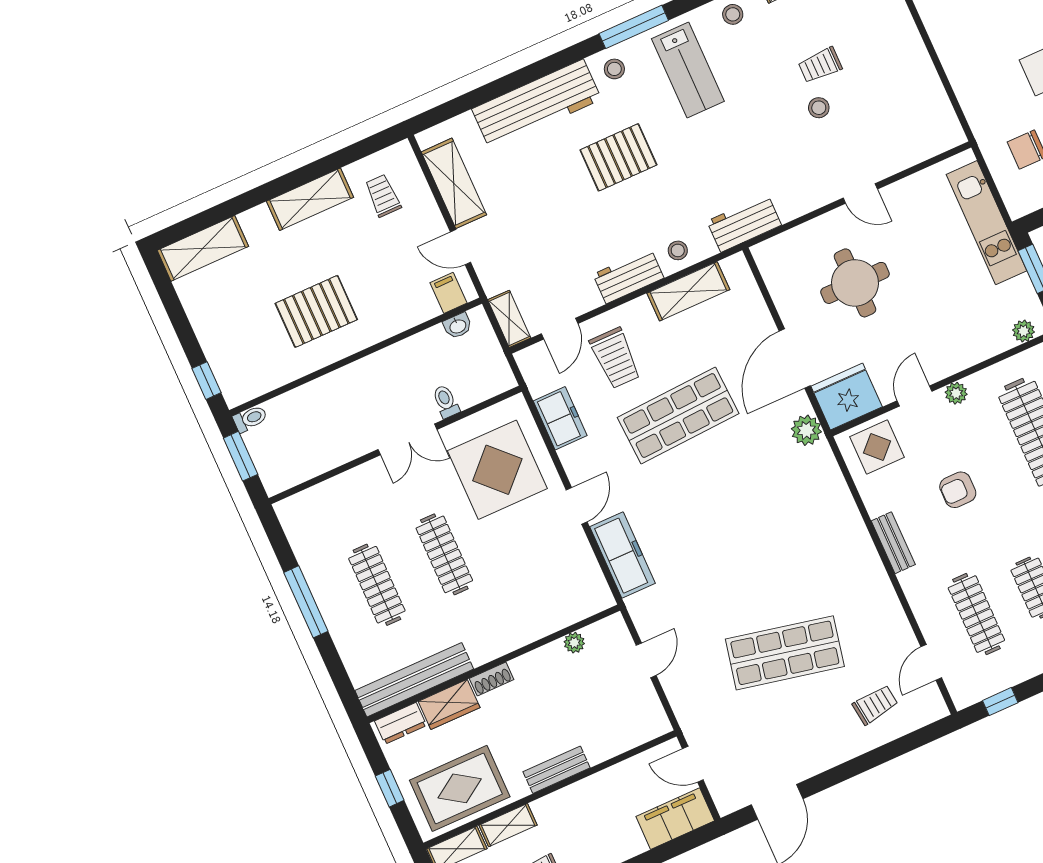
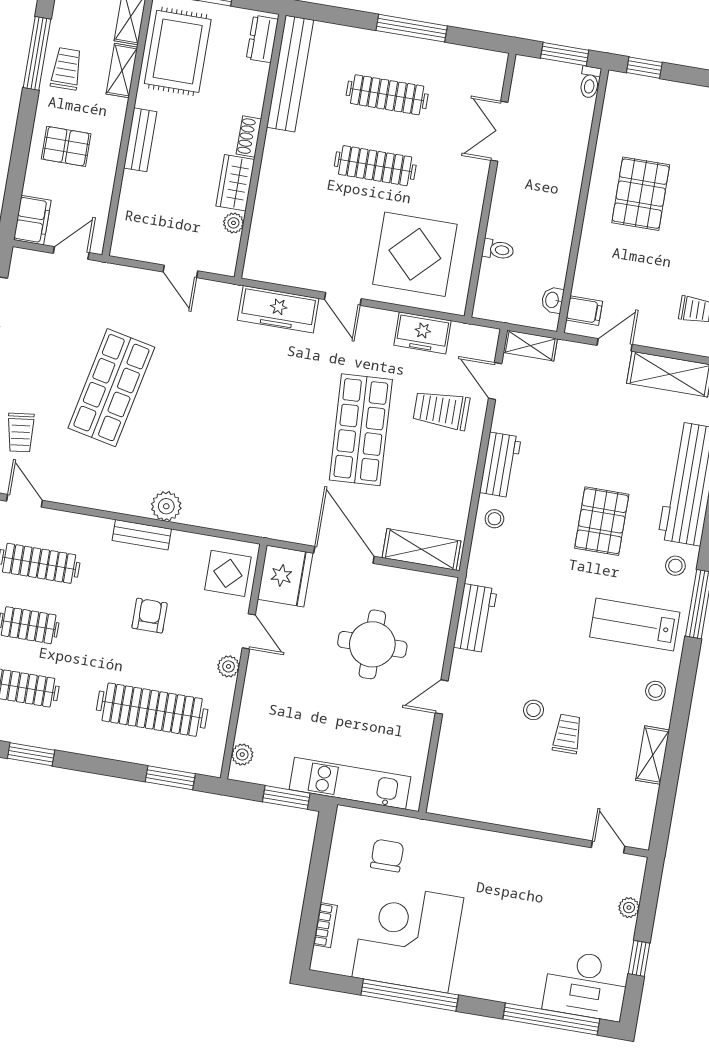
workbench: (744, 223) -> (475, 618), moved
shelving: (688, 291) -> (422, 549), moved, turned 90
plant: (806, 430) -> (166, 506), moved
double door: (407, 439) -> (499, 131), moved
wardrobe: (449, 704) -> (235, 183), moved
filing cabinet: (675, 819) -> (32, 220), width x0.67, depth x0.86
pallet: (605, 829) -> (66, 146), added

